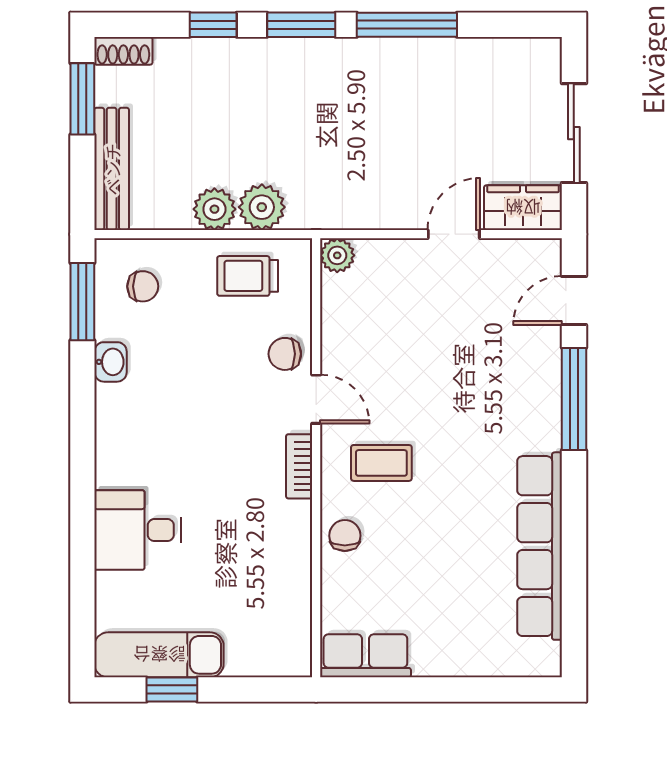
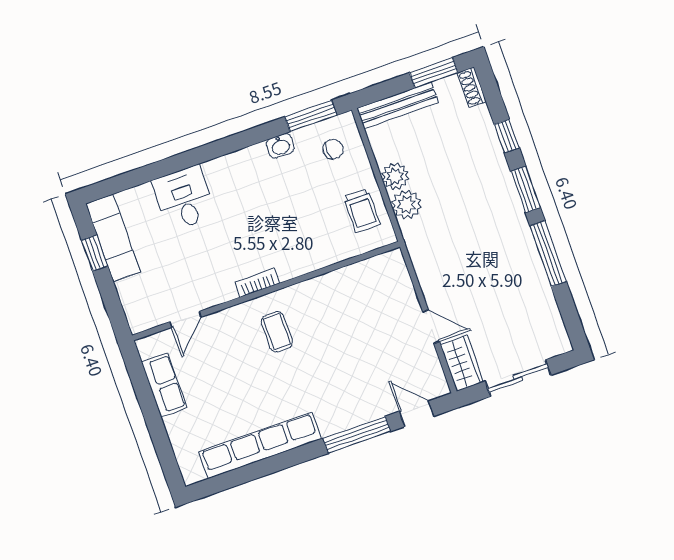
plant: (337, 255) -> (393, 261), removed
trolley: (248, 276) -> (362, 211), turned 180
chair: (143, 286) -> (333, 149), turned -93
chair: (285, 354) -> (322, 250), removed
door: (316, 399) -> (186, 319), moved
chair: (345, 536) -> (225, 325), removed
row of seats: (365, 656) -> (164, 385), moved

